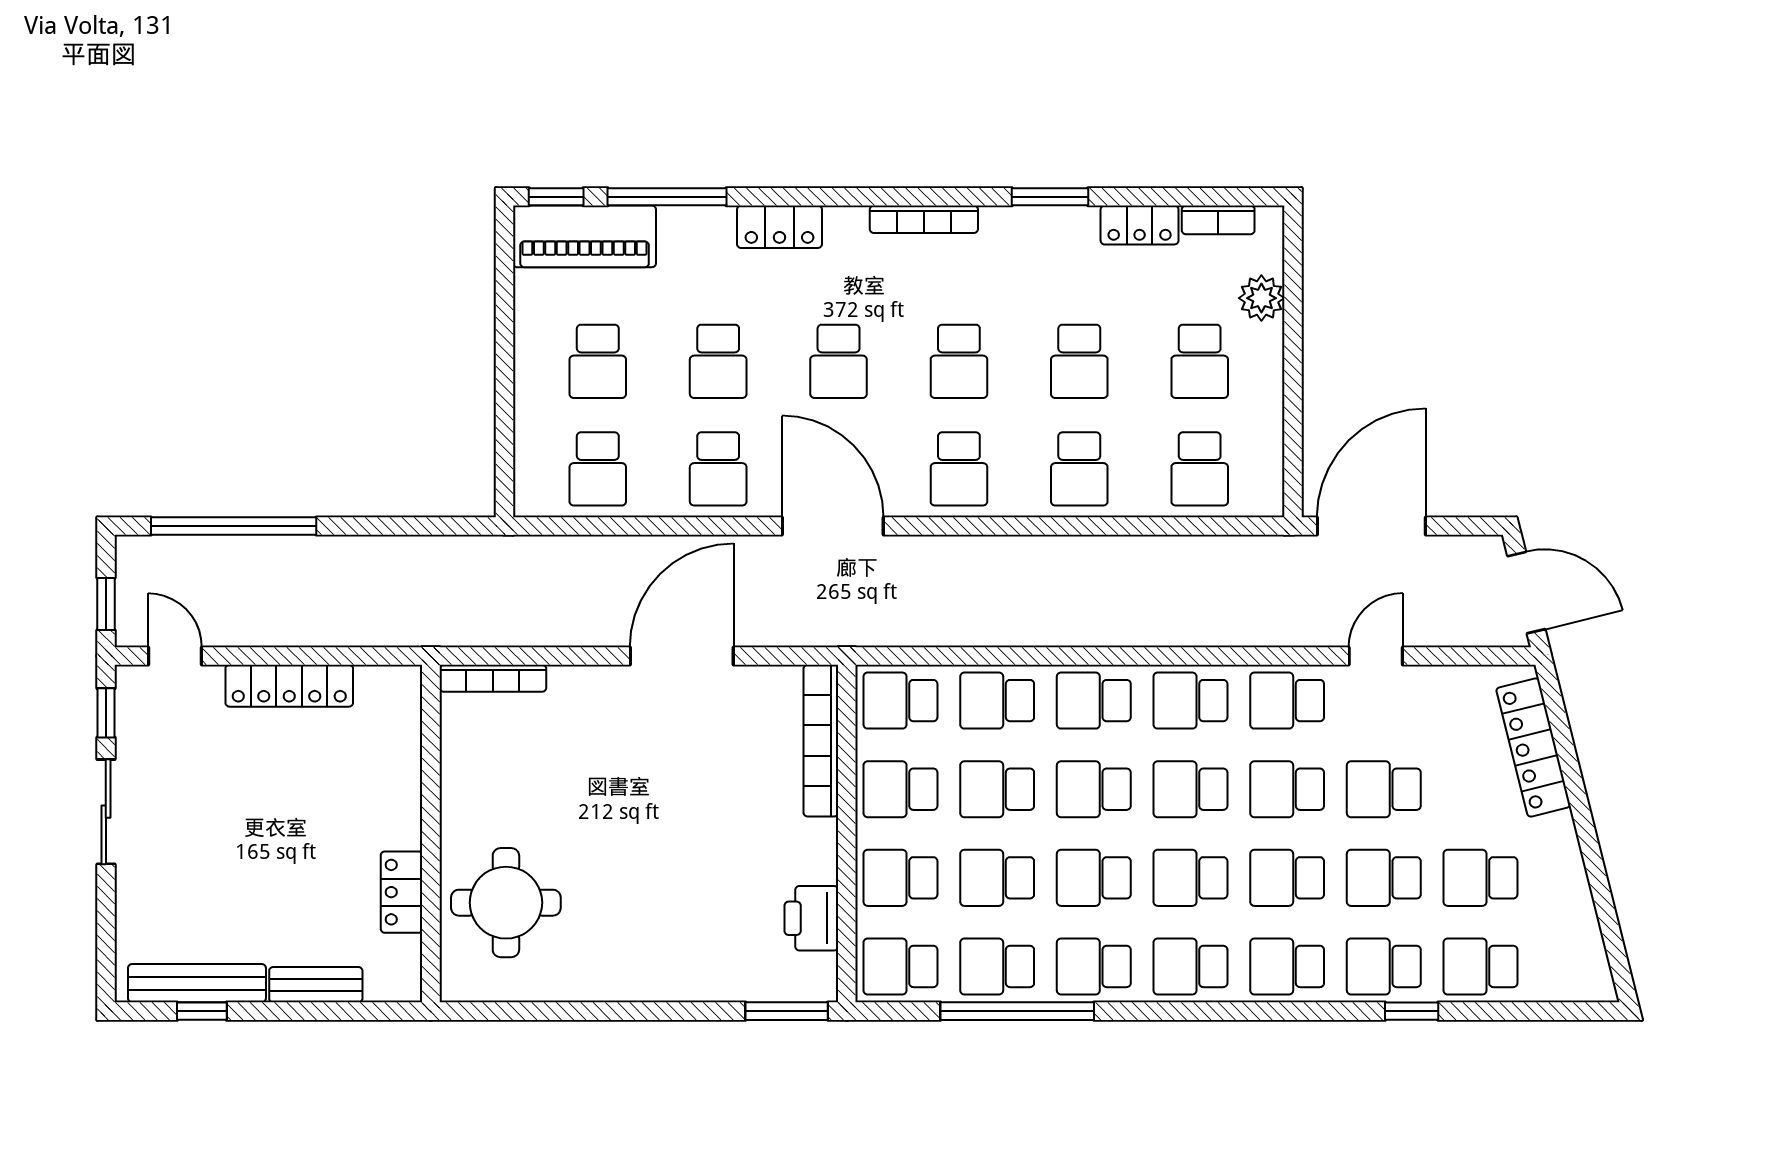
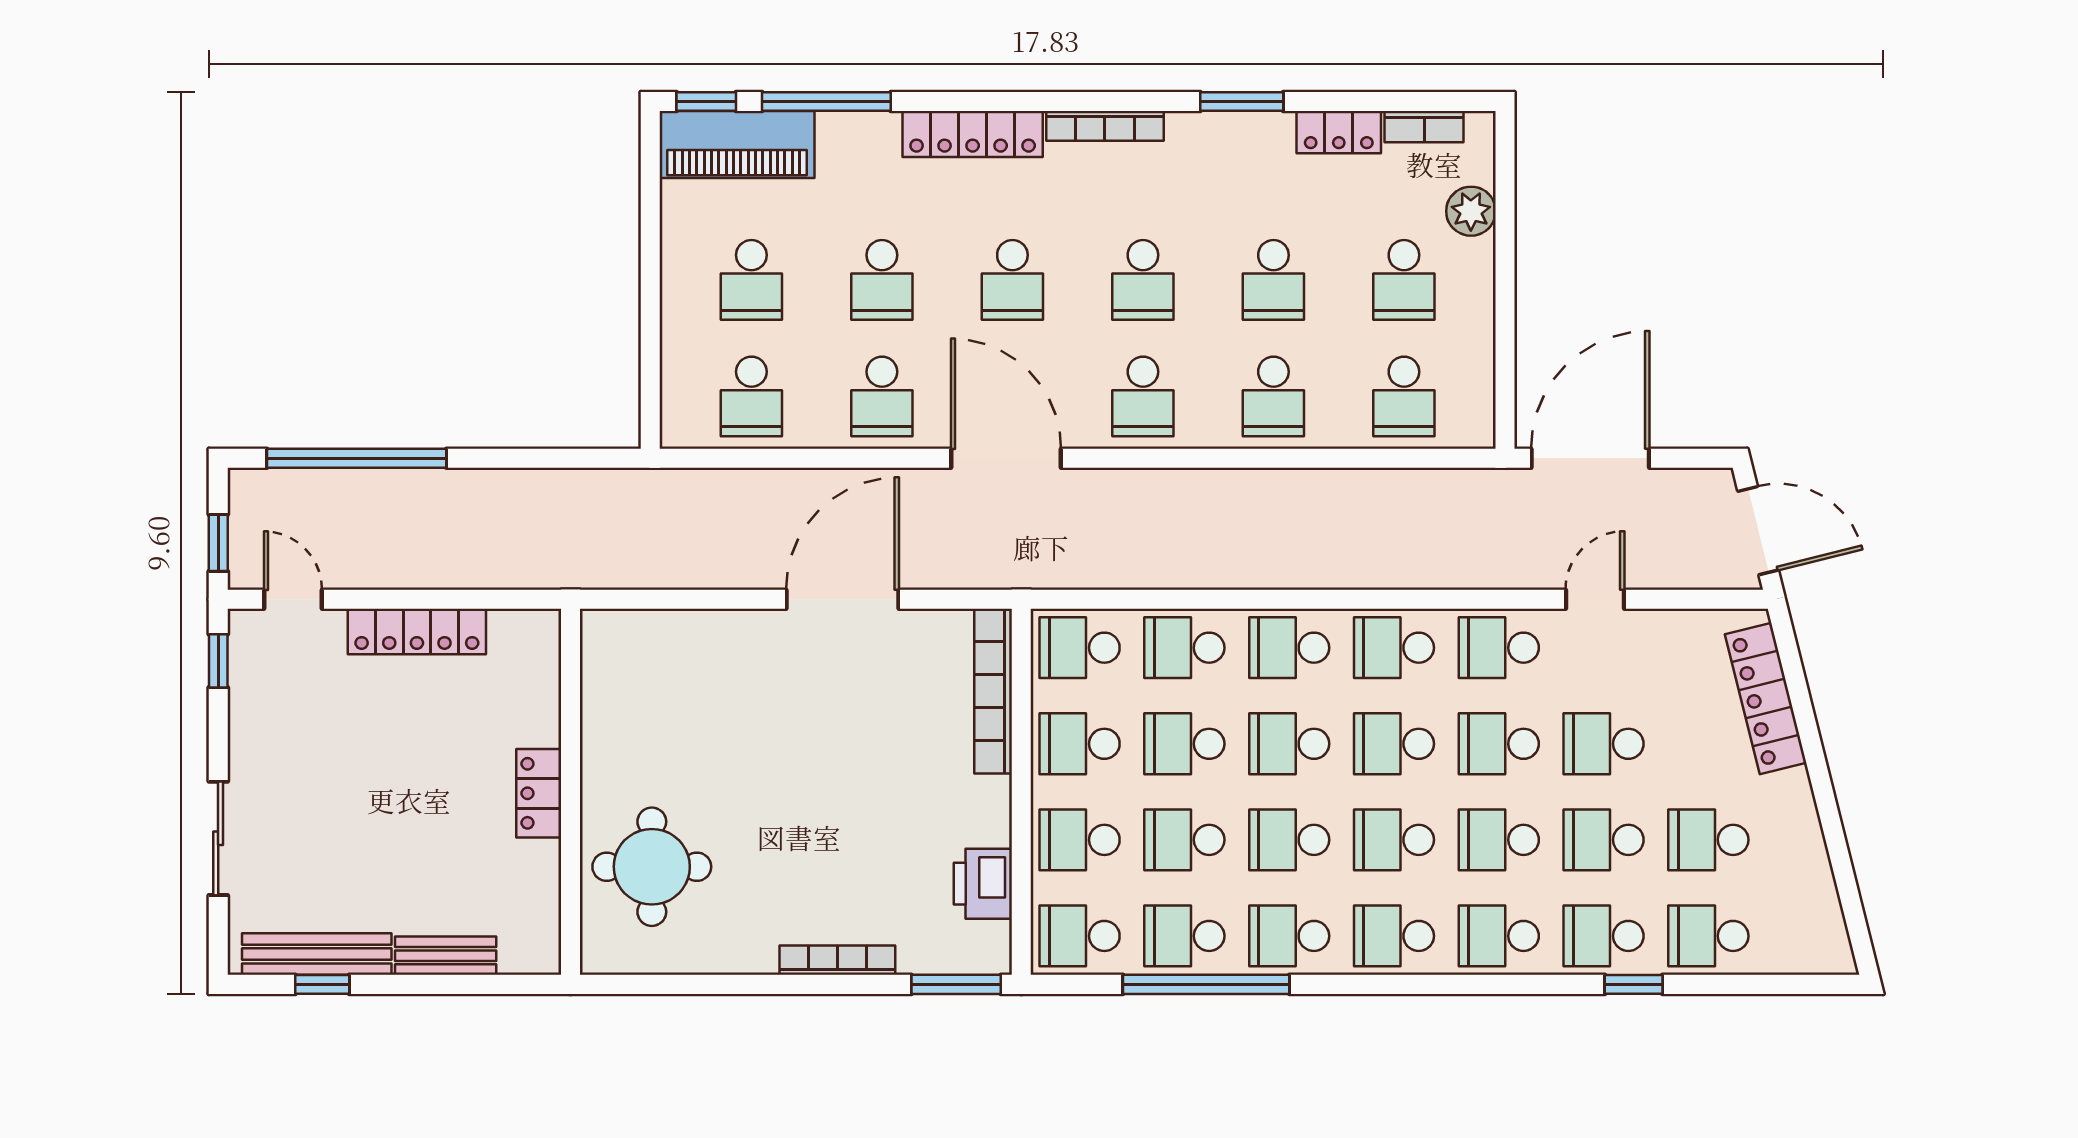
locker: (779, 227) -> (973, 134), width x1.53
bookcase: (493, 678) -> (837, 960), moved, turned 180
sliding door: (106, 812) -> (218, 838), moved
locker: (402, 892) -> (539, 793), moved

